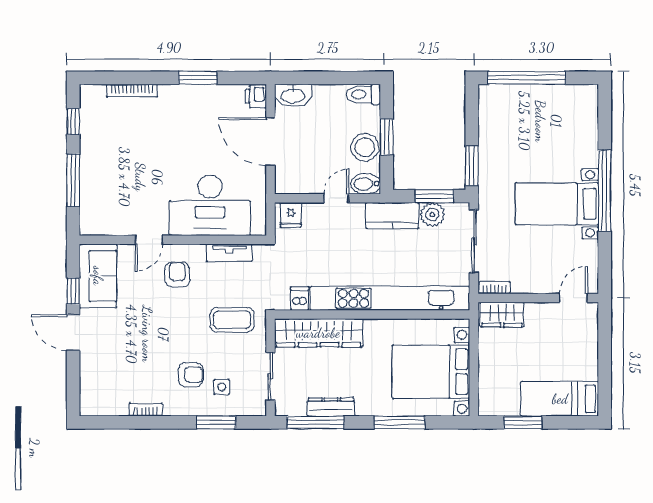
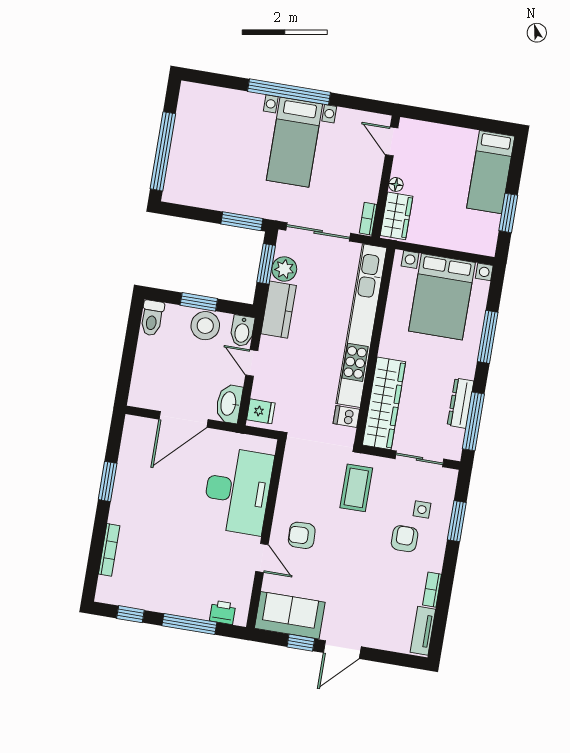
washbasin: (293, 95) -> (229, 404), moved, turned 180
printer: (256, 96) -> (223, 612), moved, turned 180
tv unit: (229, 253) -> (423, 631), moved, turned 180
floor lamp: (532, 309) -> (396, 184), added

